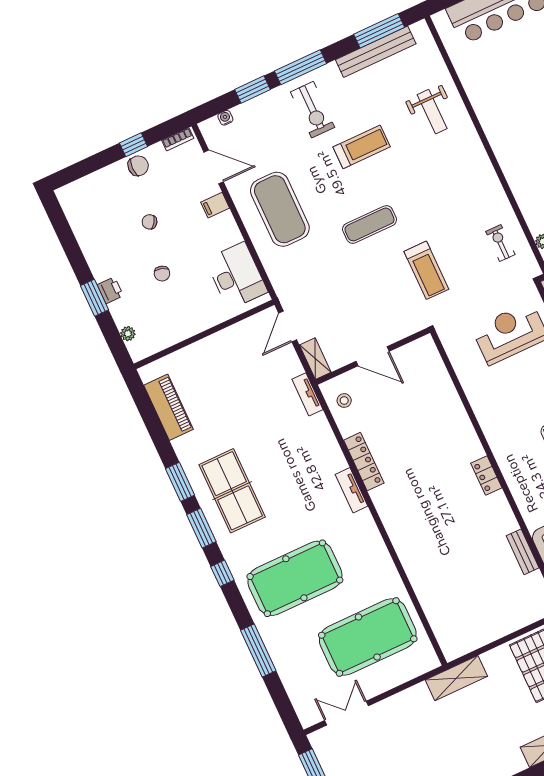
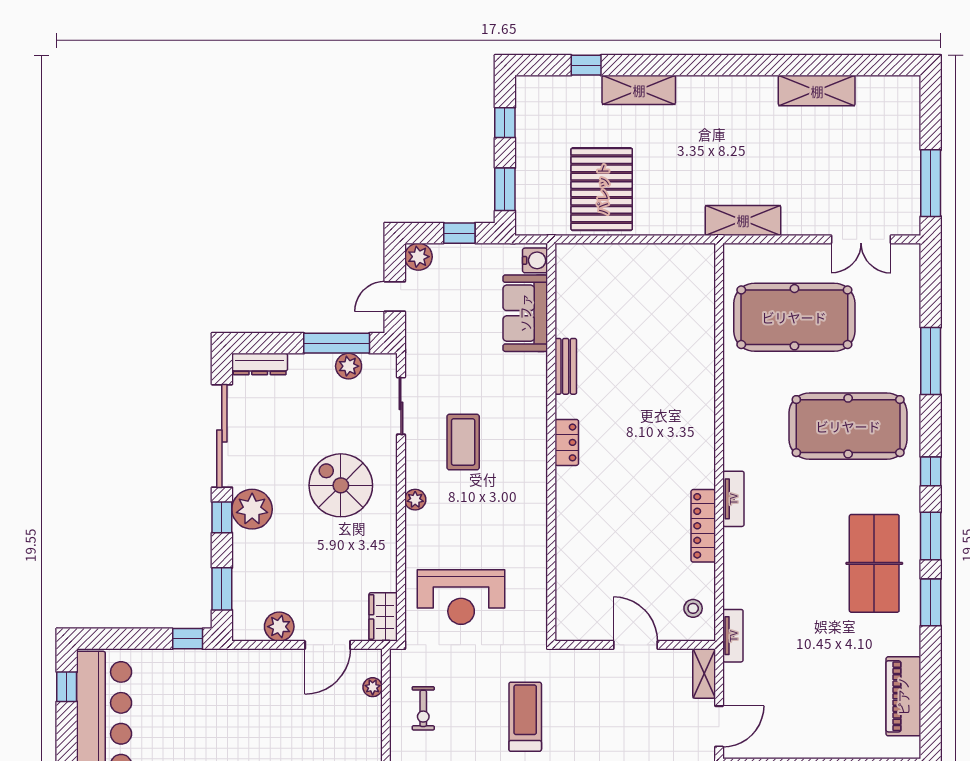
bench: (523, 552) -> (566, 366), moved
shelving: (456, 678) -> (743, 220), moved

